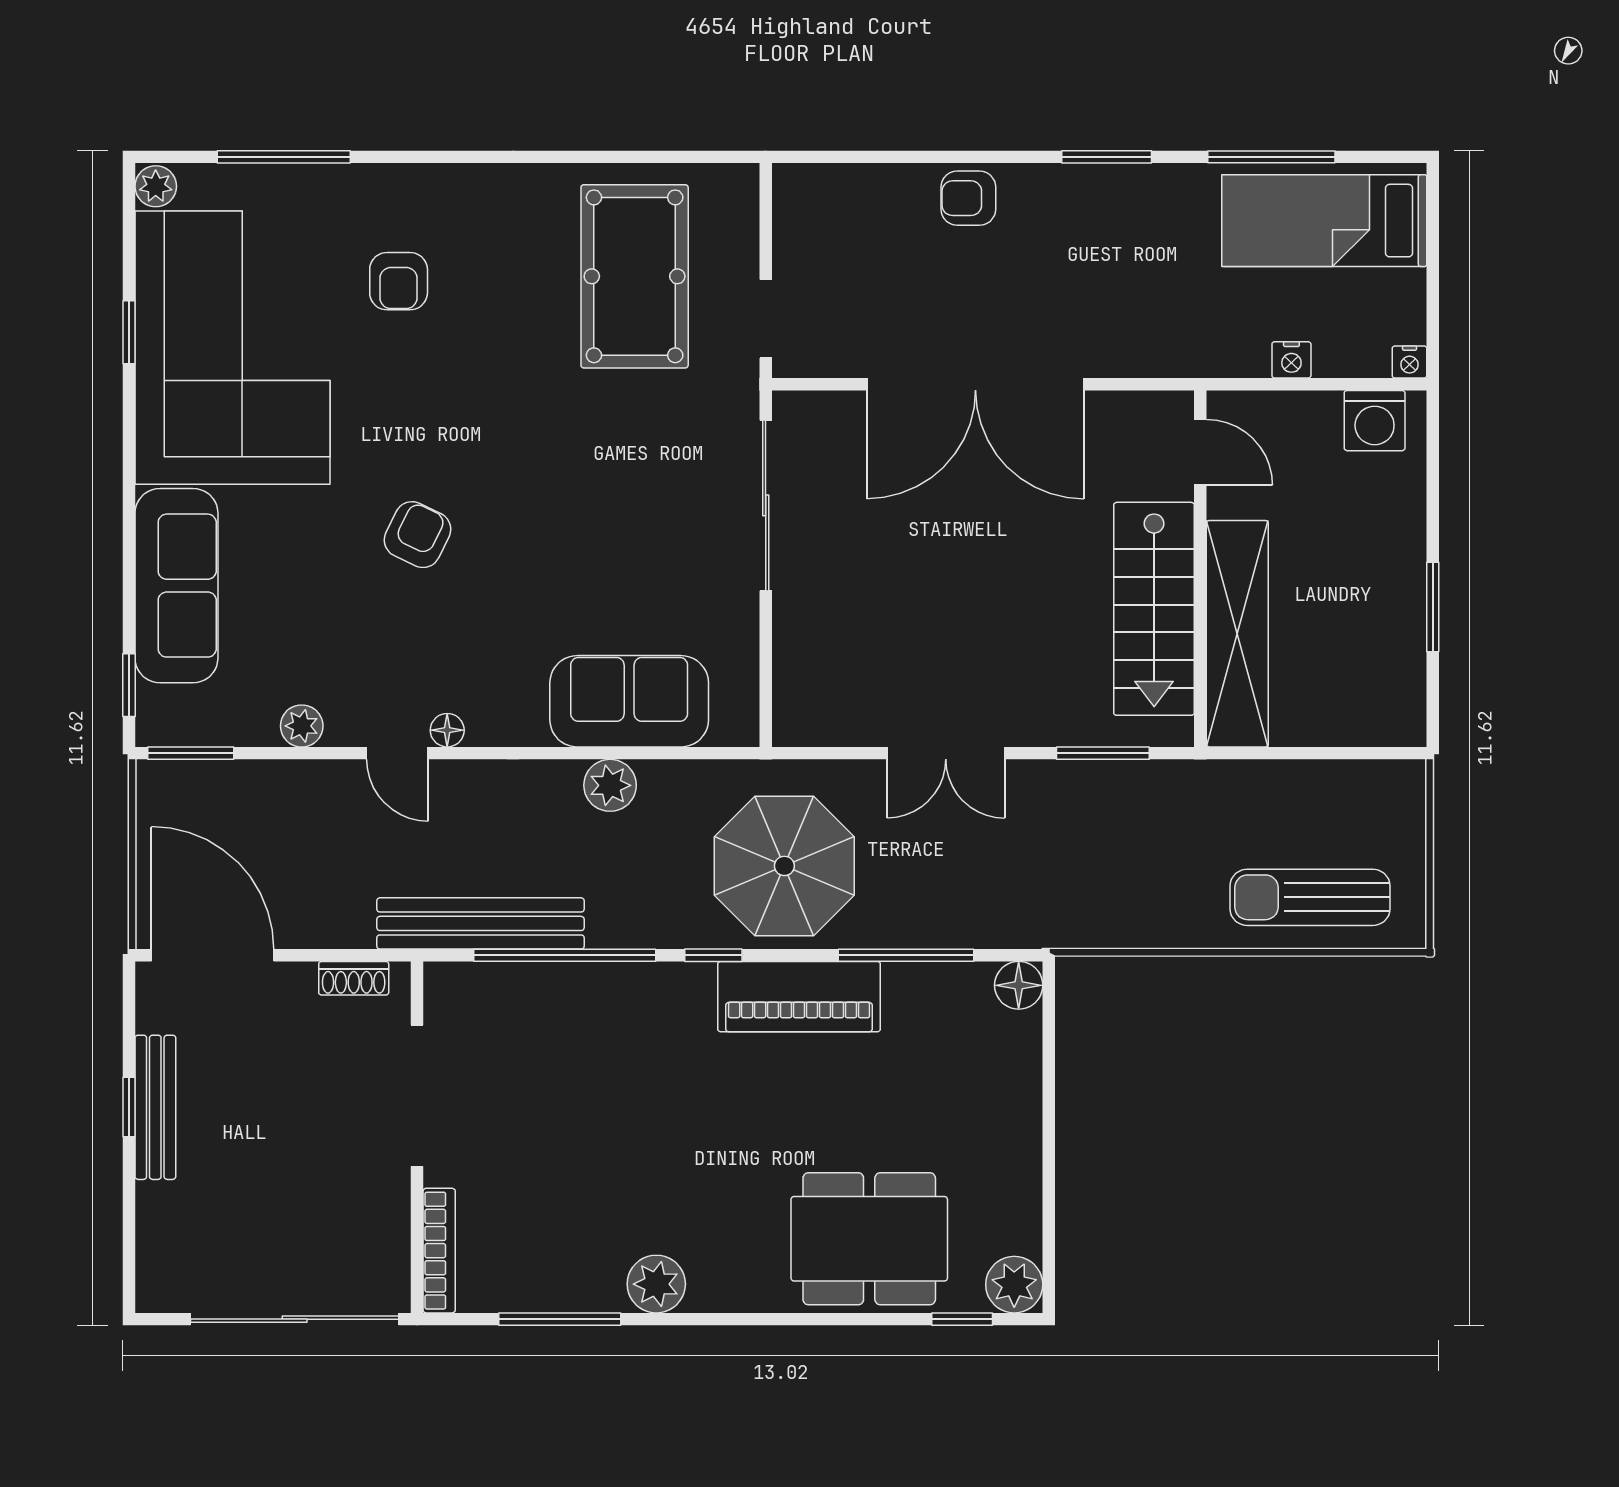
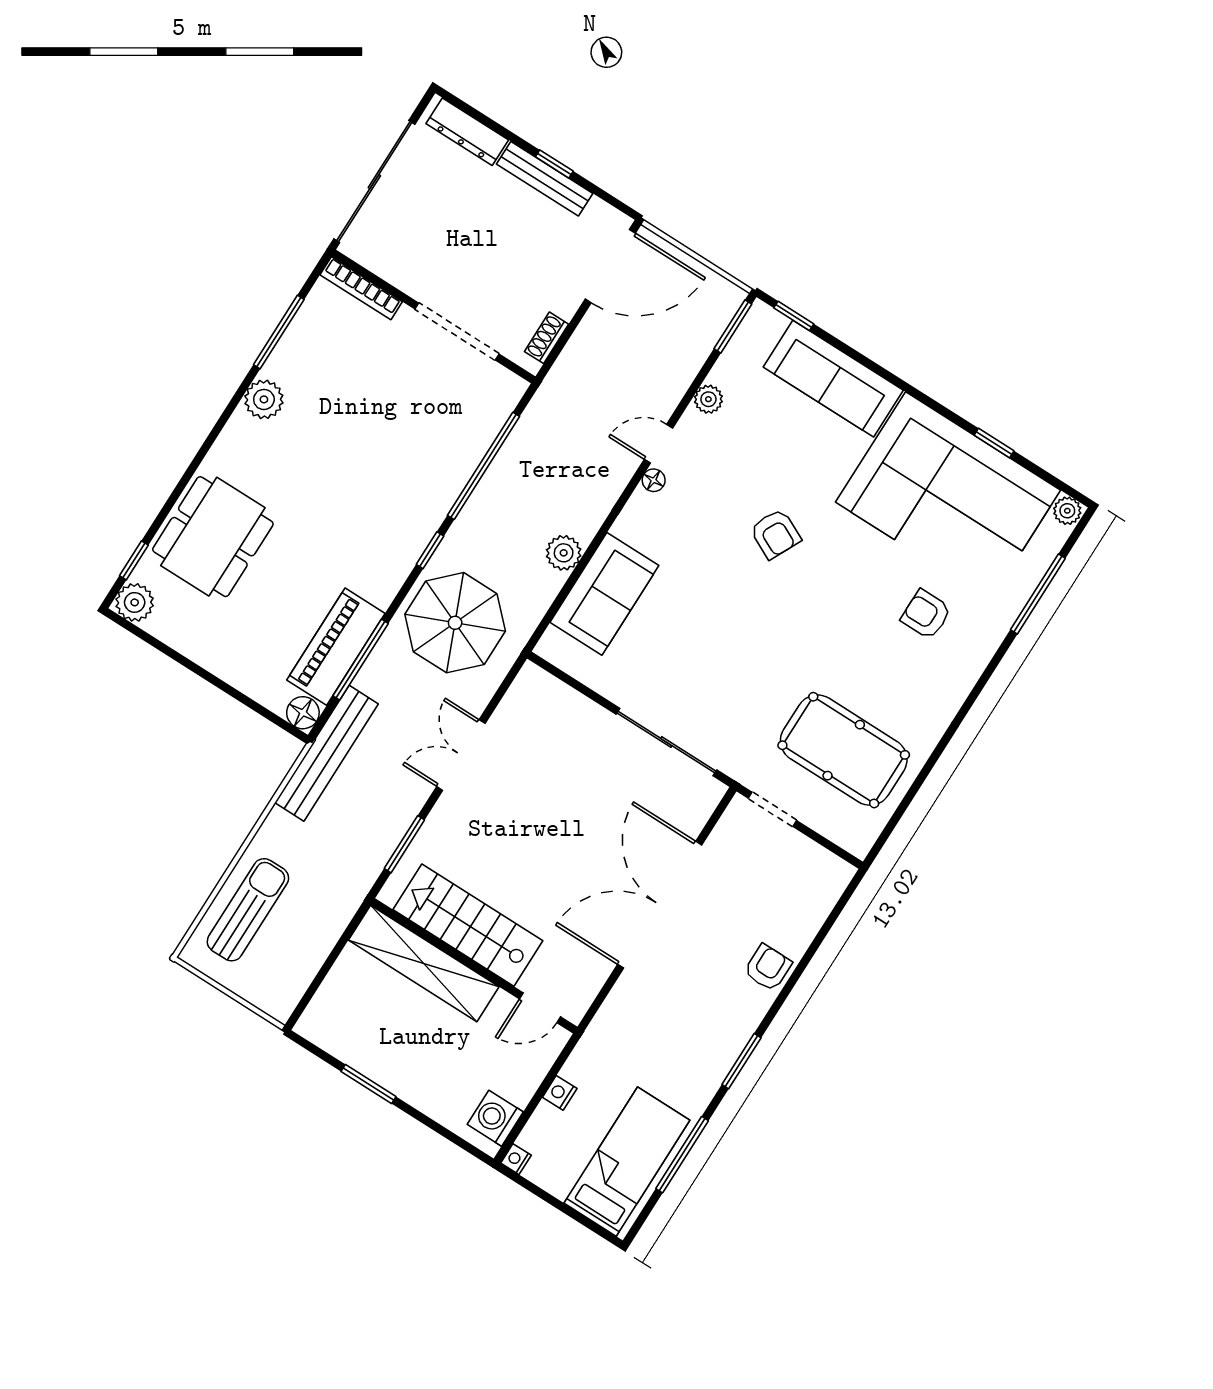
bench: (481, 923) -> (326, 753), moved
piano: (799, 997) -> (336, 647), moved
dresser: (158, 1242) -> (467, 132), added

